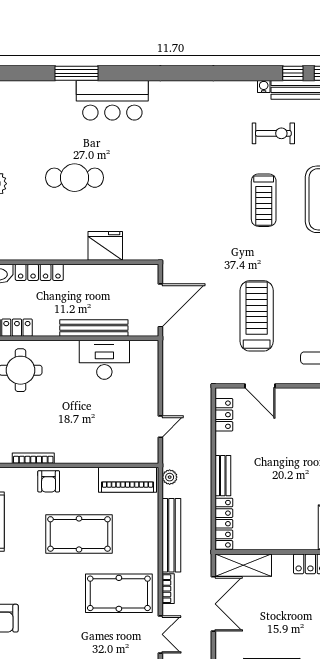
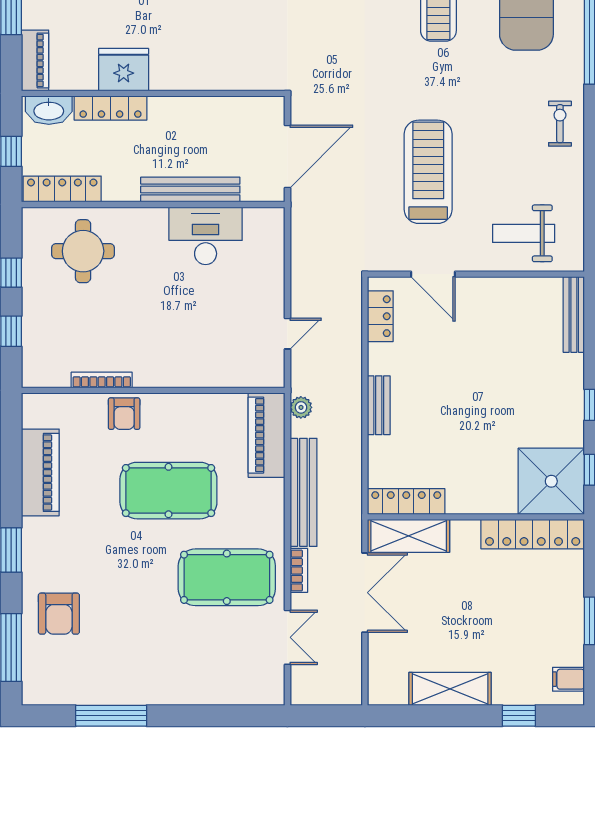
fridge: (105, 246) -> (124, 70), moved
piano: (128, 480) -> (267, 435), moved, turned 90
locker: (224, 524) -> (406, 501), moved, turned -90

